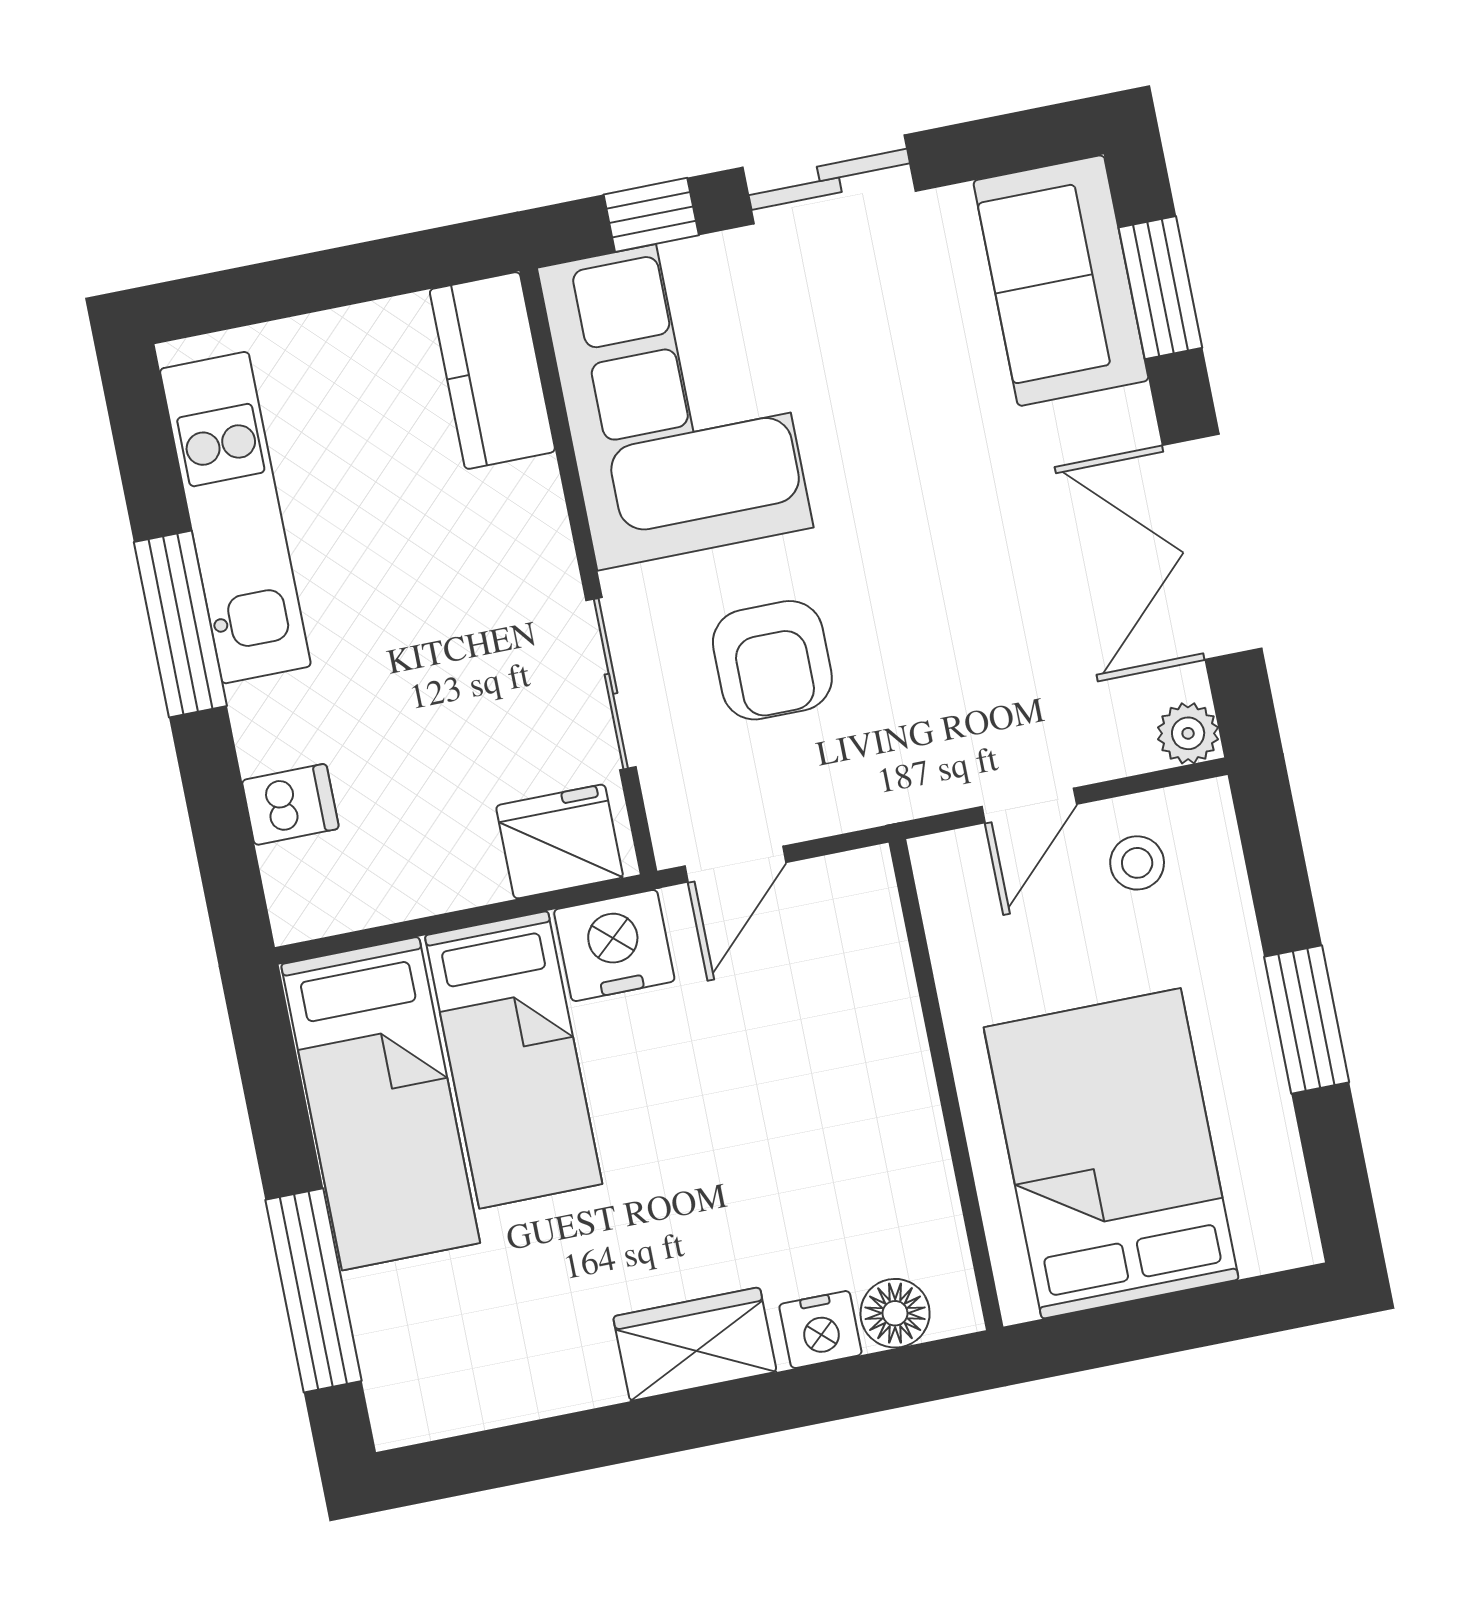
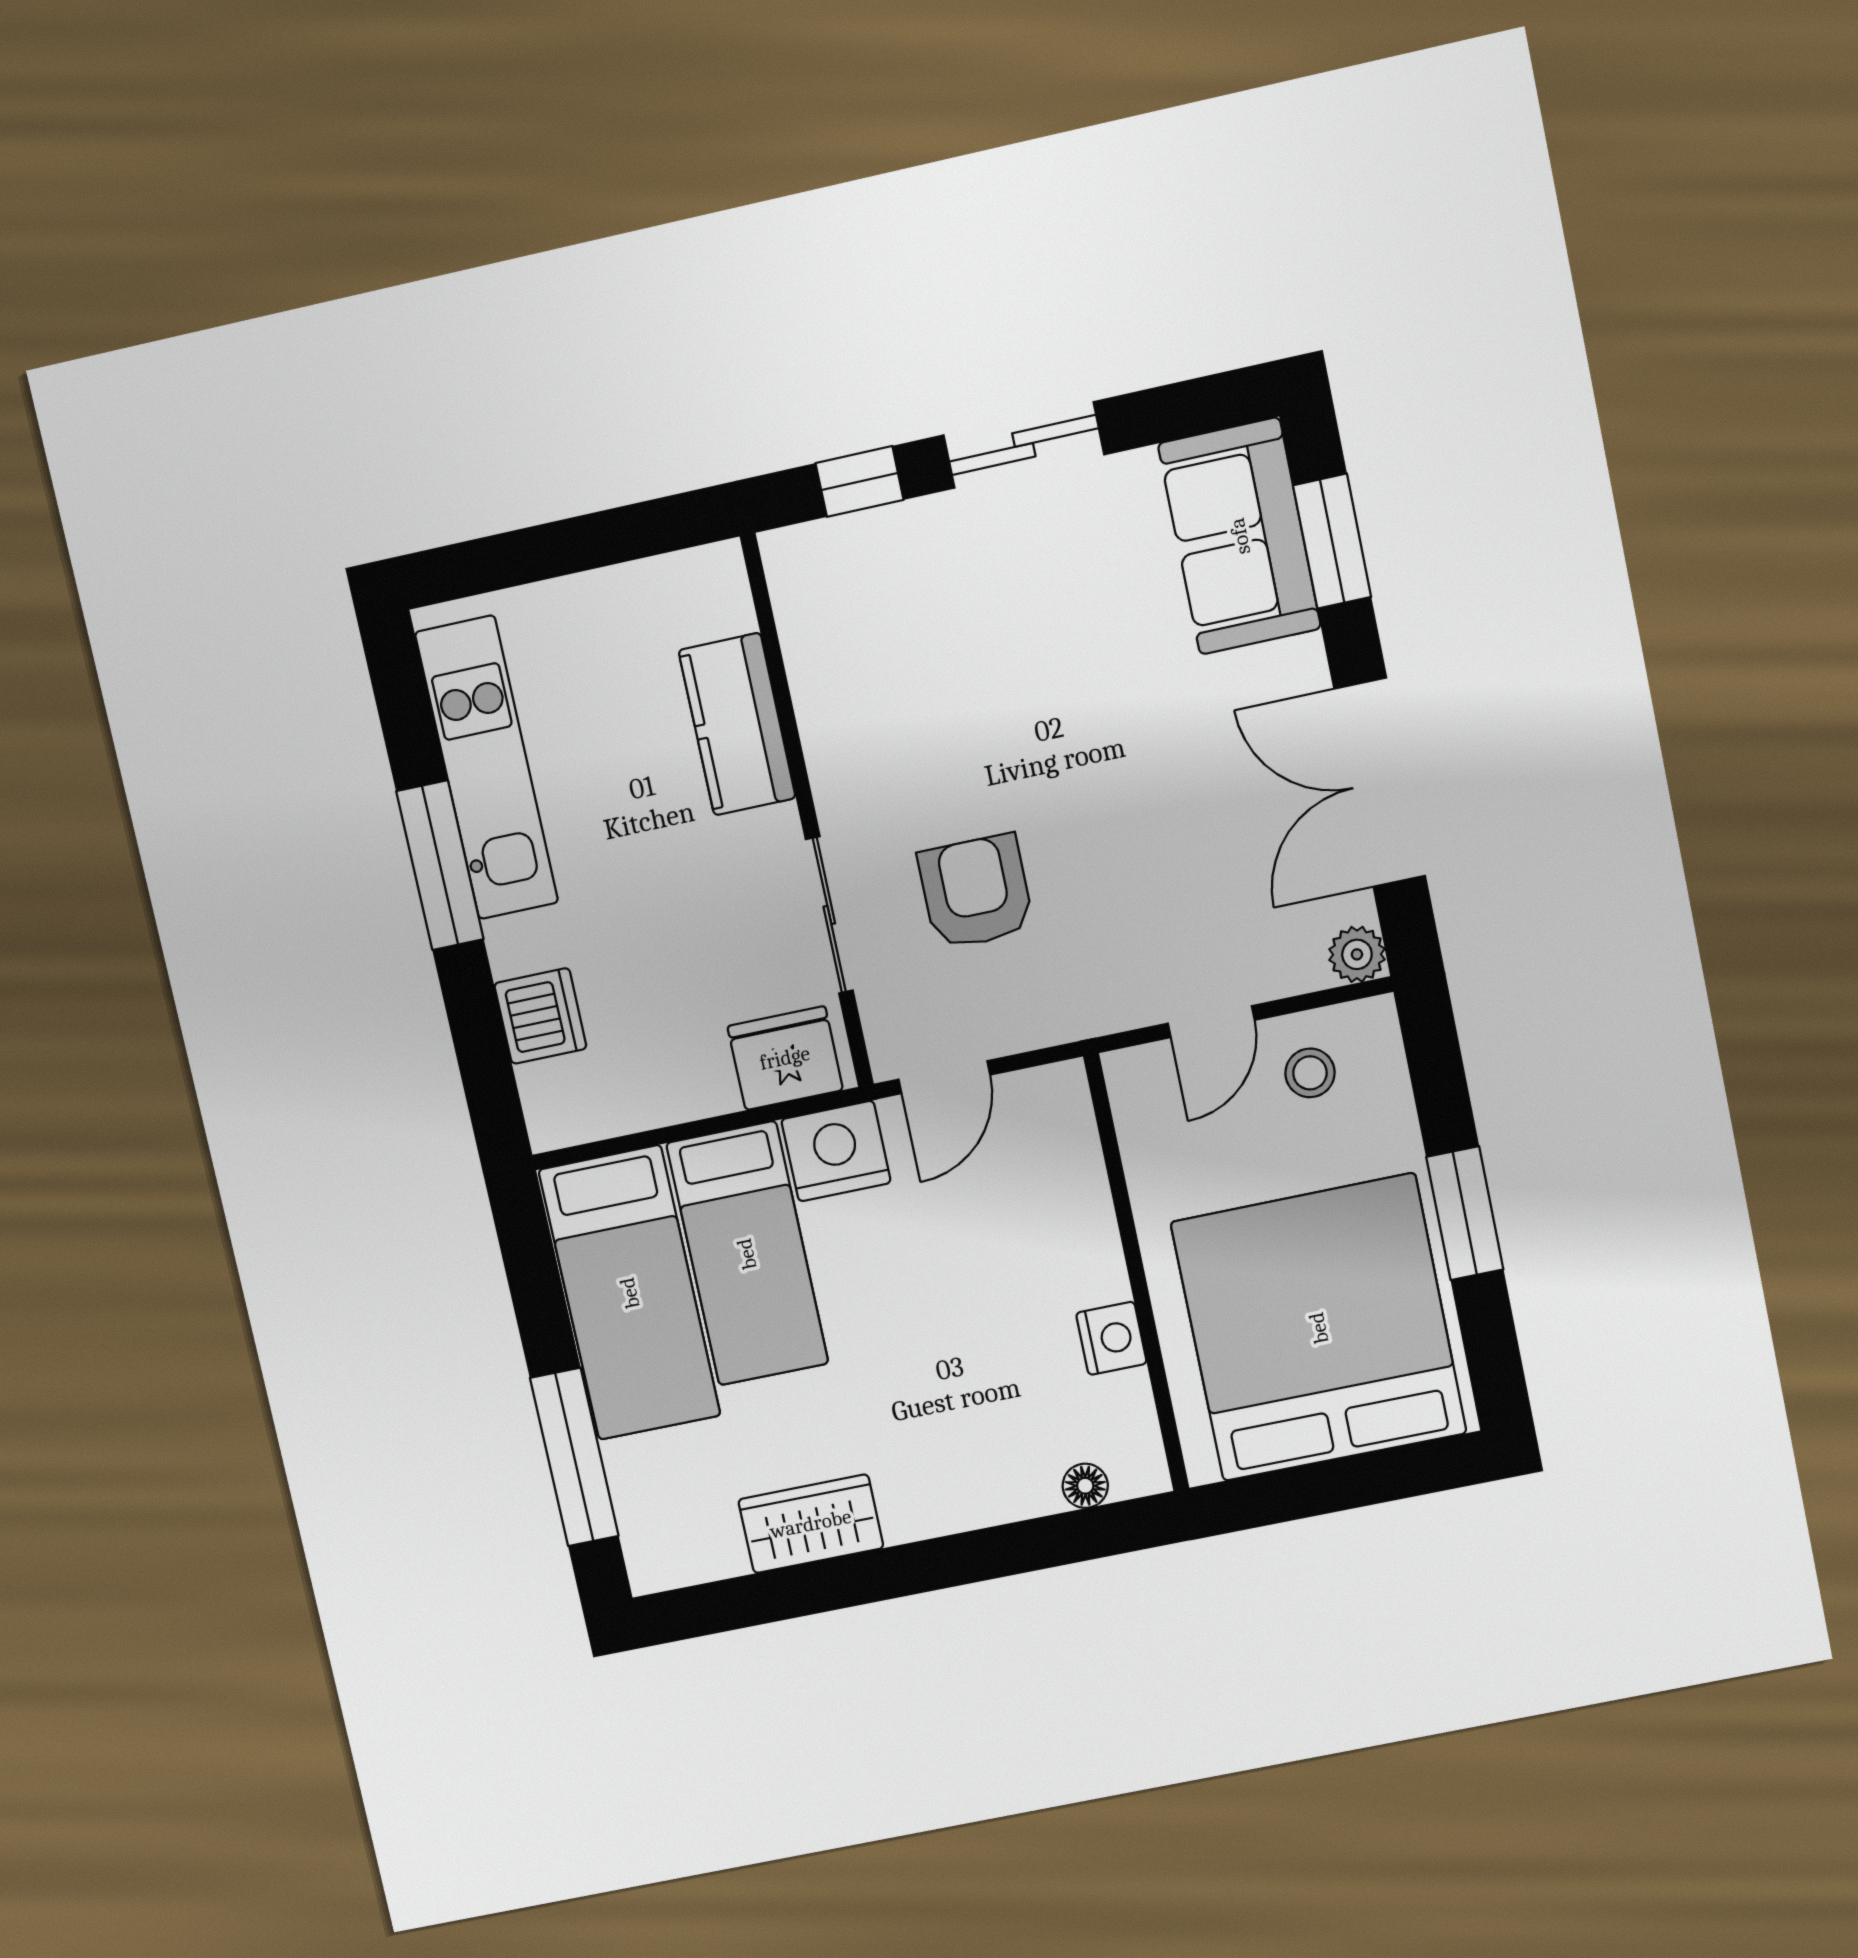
kitchen counter: (492, 371) -> (737, 724), moved
corner sofa: (675, 398) -> (884, 652), removed
armchair: (772, 660) -> (976, 892), turned 180
dishwasher: (290, 804) -> (540, 1016), width x1.38
bed: (1111, 1153) -> (1319, 1328), width x1.36
floor lamp: (895, 1313) -> (1085, 1486), width x0.73, depth x0.73
nightstand: (820, 1330) -> (1111, 1338), moved, turned -90
wardrobe: (695, 1344) -> (811, 1524), moved

